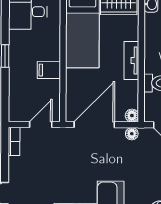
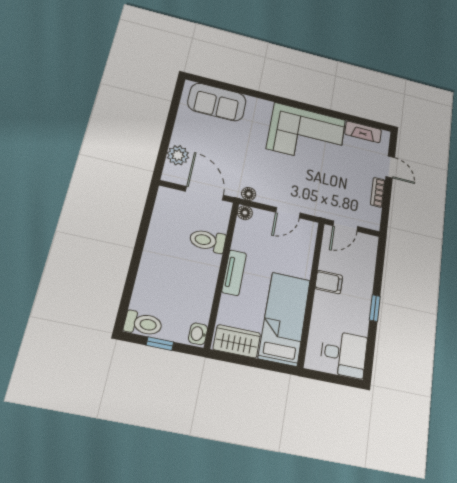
door: (94, 125) -> (288, 213), width x0.53
bookcase: (14, 141) -> (378, 192), moved

